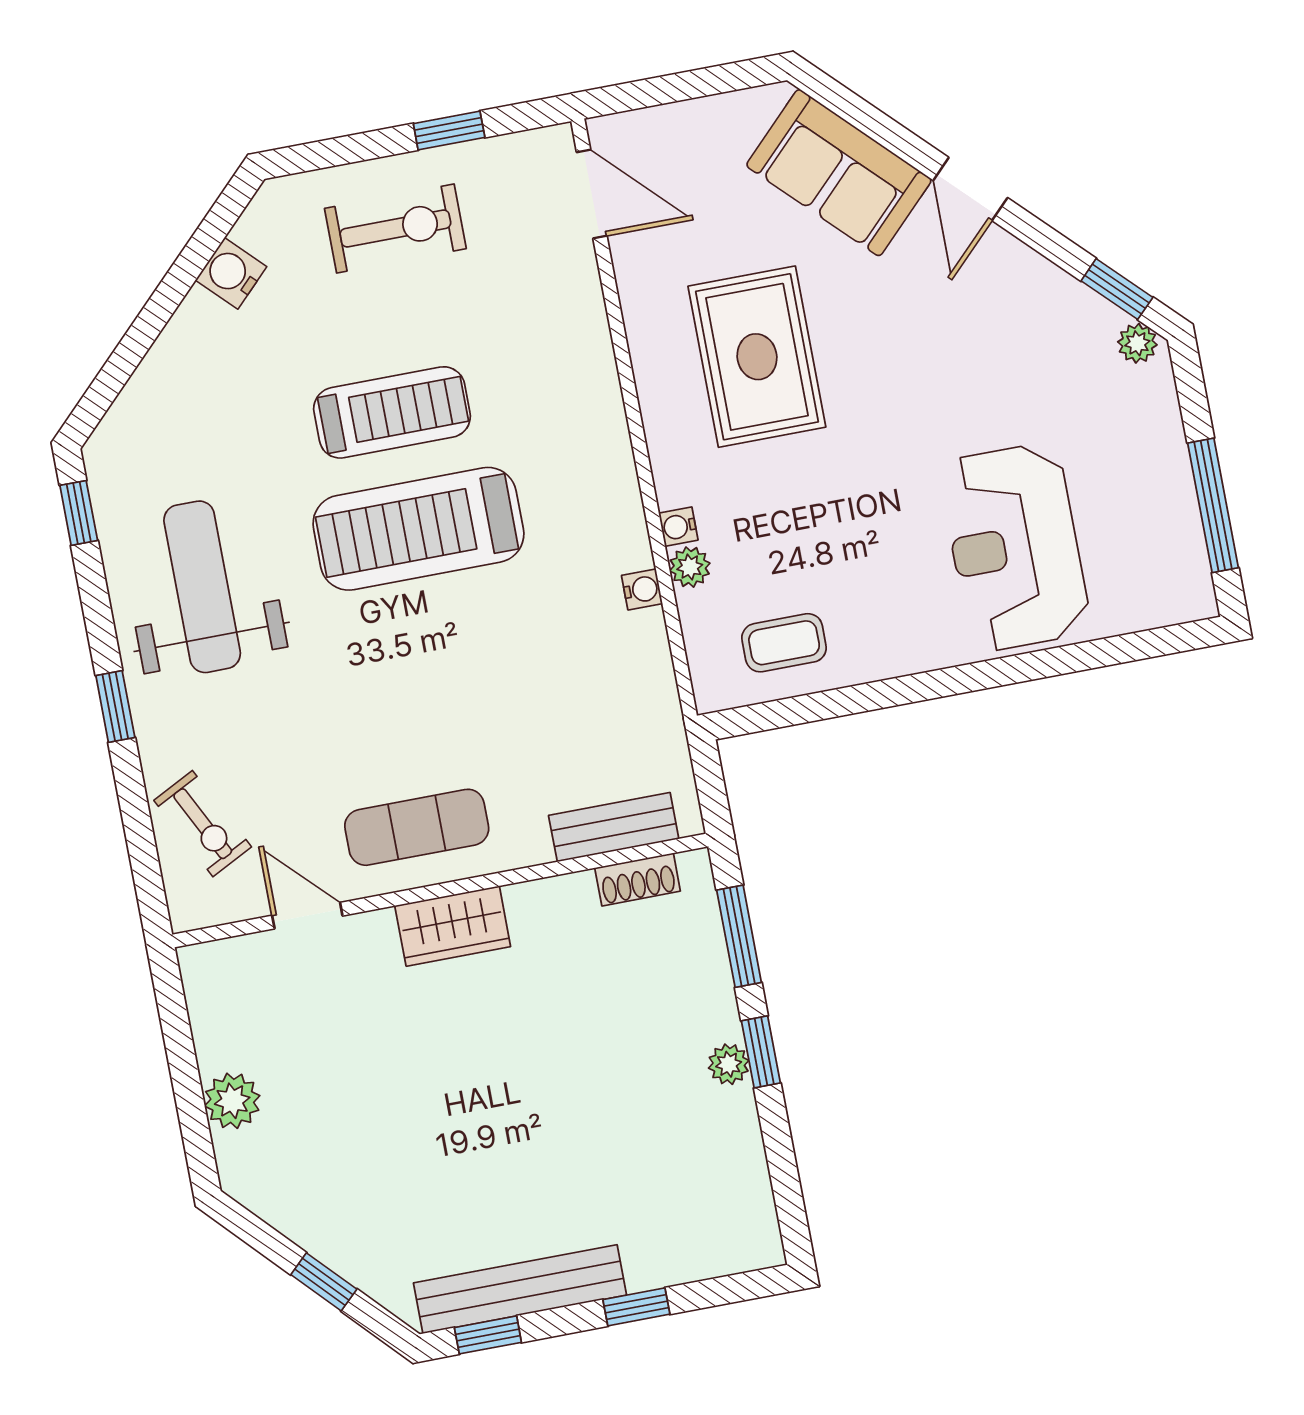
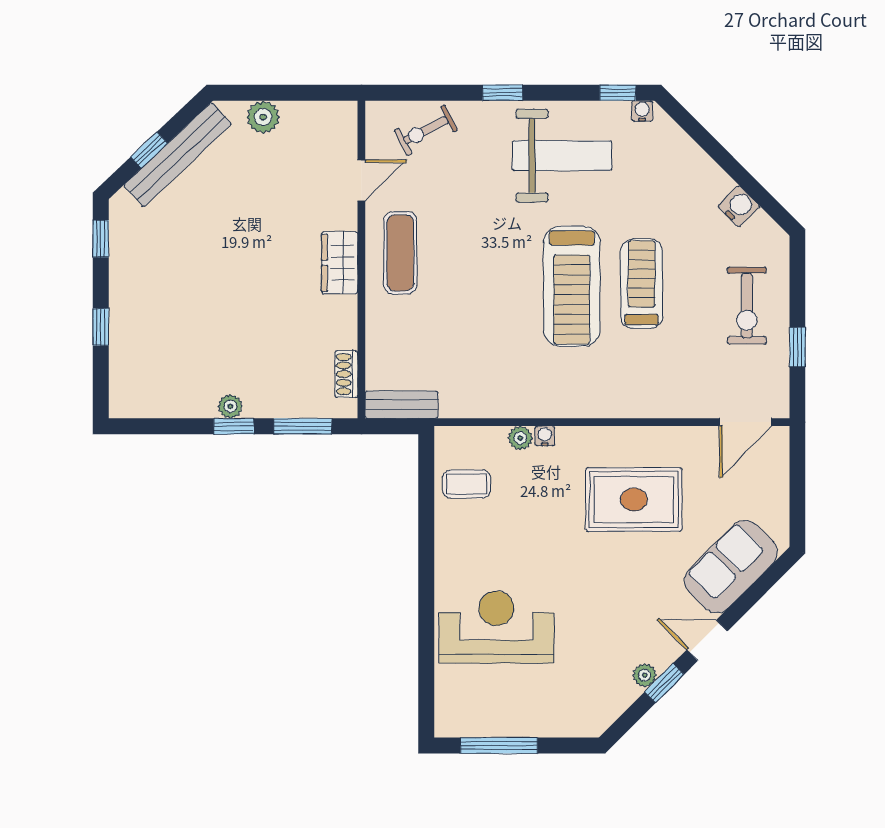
window: (1117, 289) -> (664, 683), moved
plant: (1137, 343) -> (645, 675), moved
treadmill: (392, 412) -> (642, 284), turned 180
treadmill: (418, 529) -> (572, 286), turned 180
water cooler: (642, 589) -> (642, 111), moved, turned 180
coffee table: (784, 643) -> (467, 484), turned 90
bench: (614, 827) -> (401, 405), moved, turned 90
bench: (520, 1289) -> (178, 155), moved, turned 47

